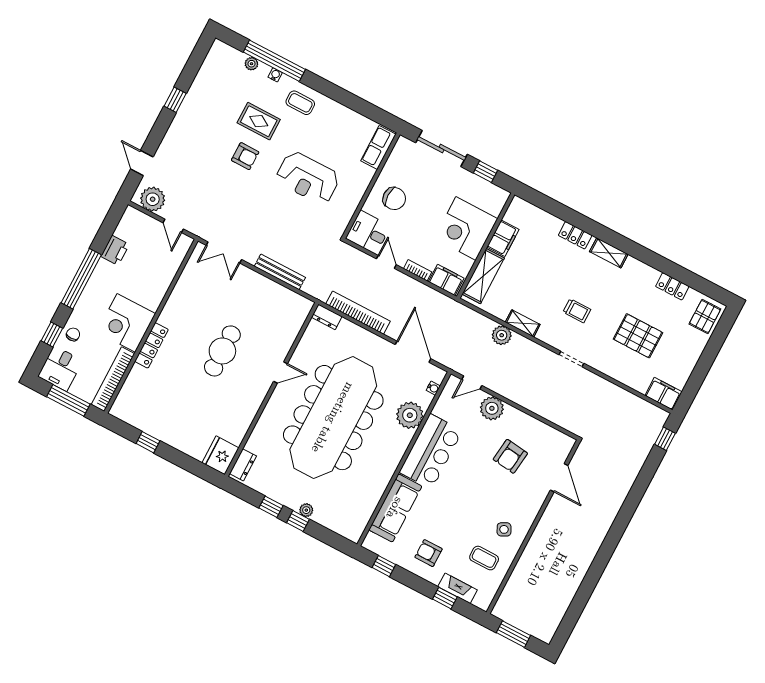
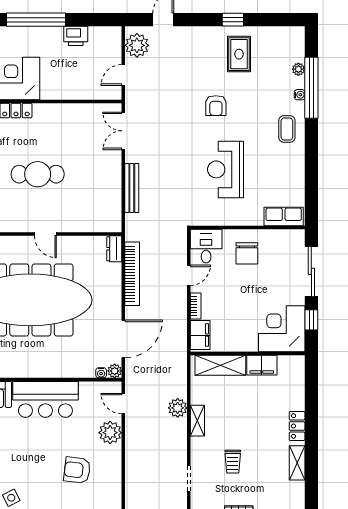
rug: (259, 121) -> (239, 54), moved
corner desk: (466, 228) -> (282, 329), moved
plant: (410, 415) -> (115, 371), moved, width x0.53, depth x0.53

